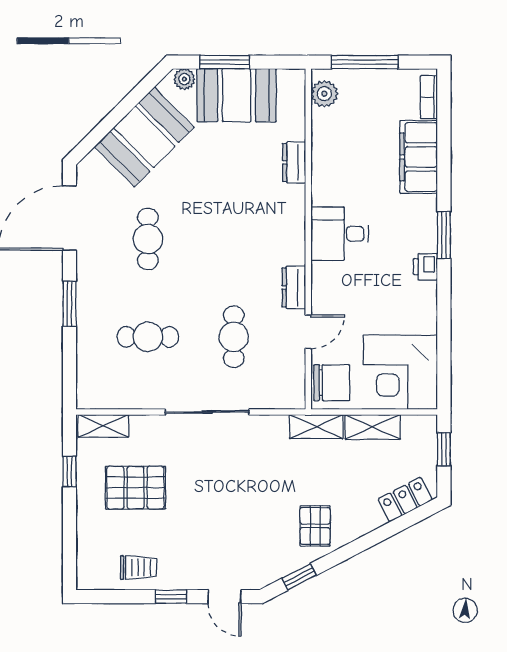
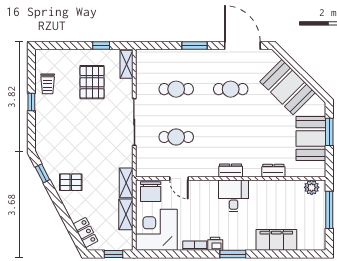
plant: (184, 79) -> (320, 109), removed
bookcase: (429, 97) -> (195, 246), moved
dresser: (294, 287) -> (231, 170), moved
cafe table: (148, 337) -> (176, 89), turned 90
door: (225, 597) -> (31, 132), removed

